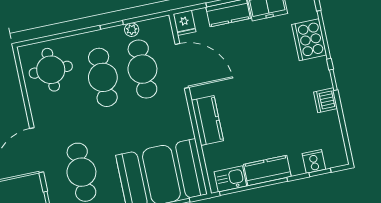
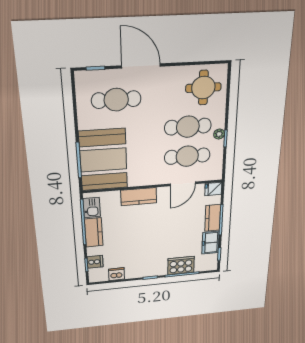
plant: (132, 30) -> (219, 134), moved
door: (182, 66) -> (183, 184), width x0.73
dishwasher: (326, 100) -> (116, 274), moved

